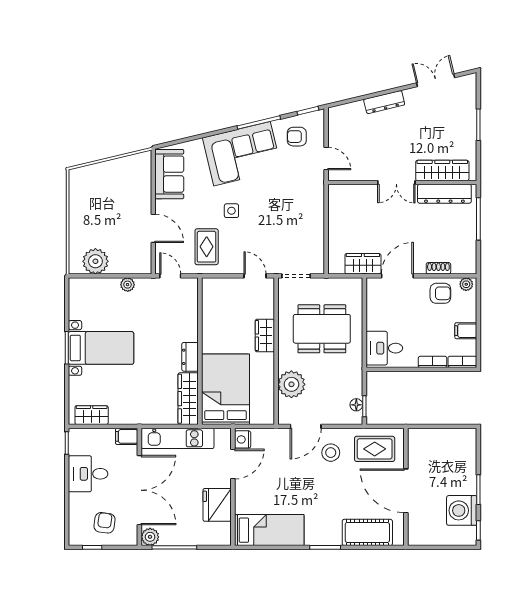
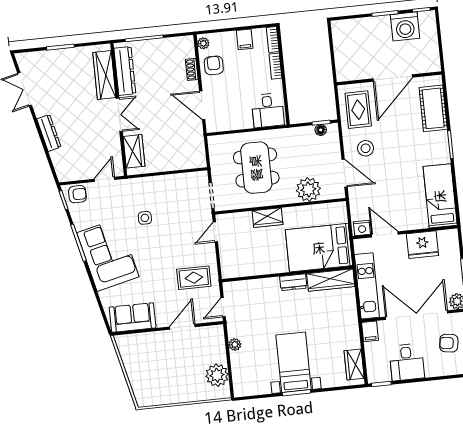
armchair: (297, 137) -> (77, 194), moved, turned -90
side table: (231, 211) -> (145, 218), moved
wardrobe: (363, 264) -> (134, 151), moved, turned 180

